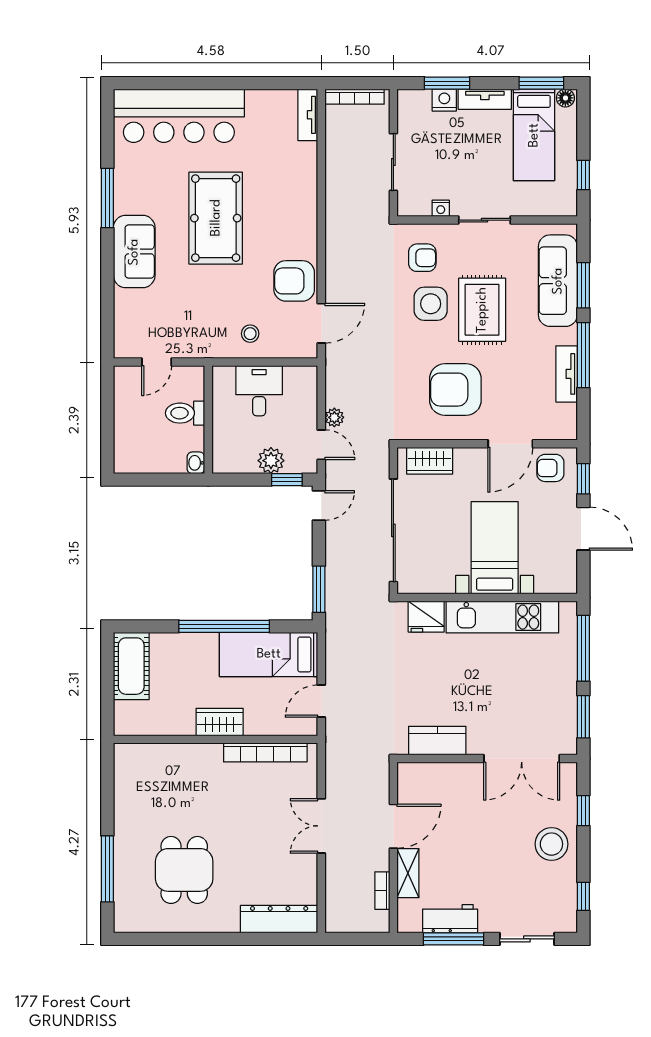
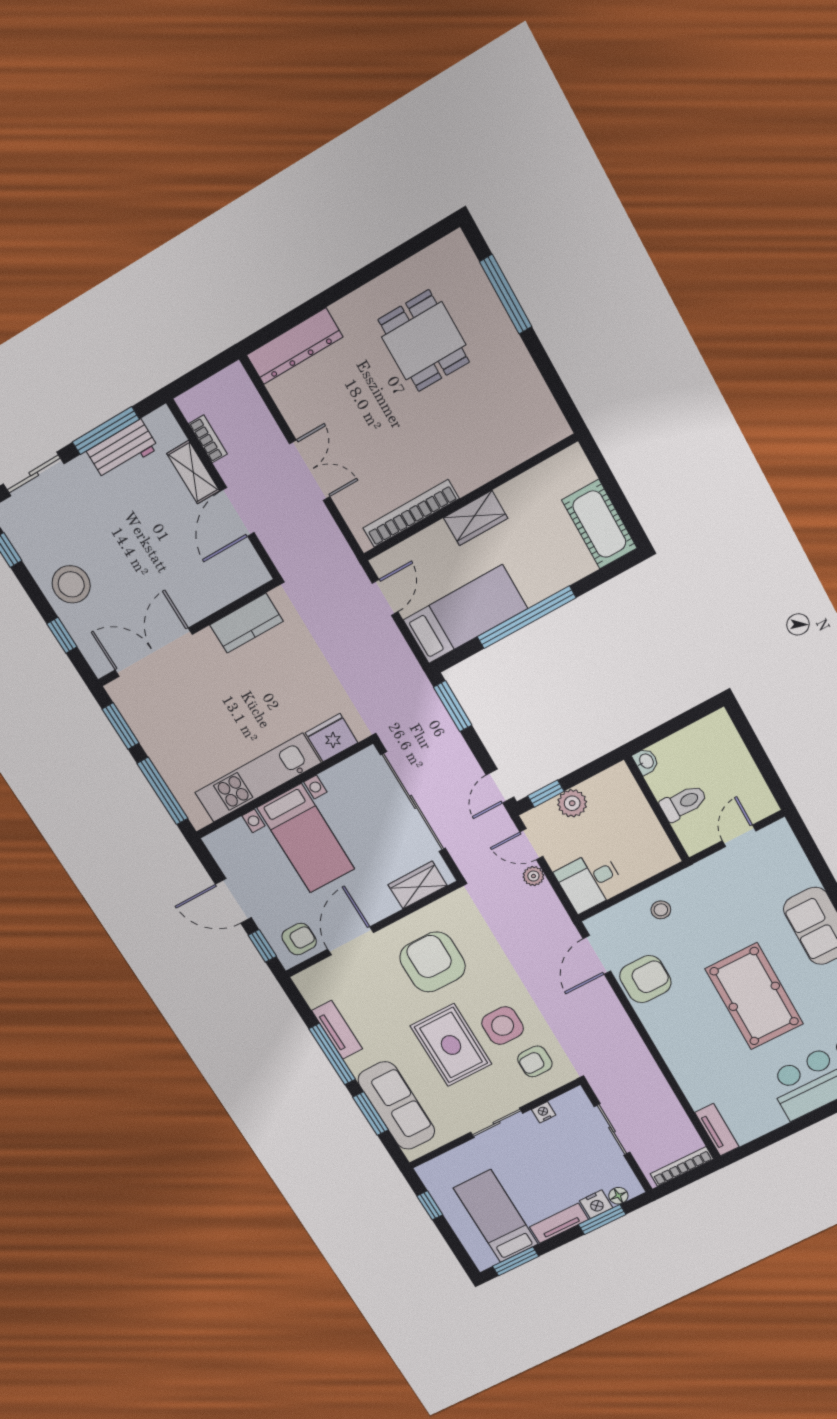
floor lamp: (565, 98) -> (618, 1196), moved
armchair: (455, 390) -> (433, 962), turned -90
desk: (259, 391) -> (590, 881), moved, turned 90

